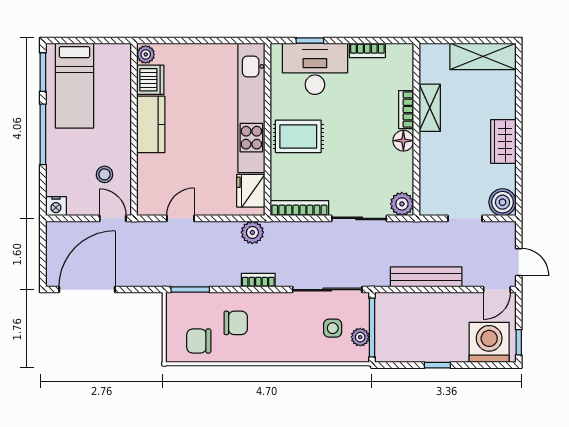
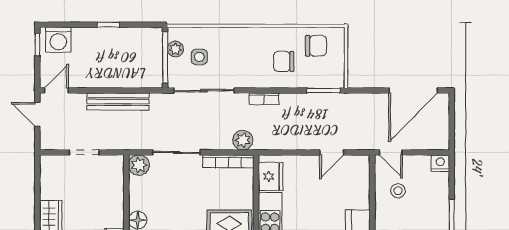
boiler: (503, 202) -> (51, 167), removed
plant: (252, 232) -> (243, 140), moved
washing machine: (489, 342) -> (58, 40), width x0.73, depth x0.73

